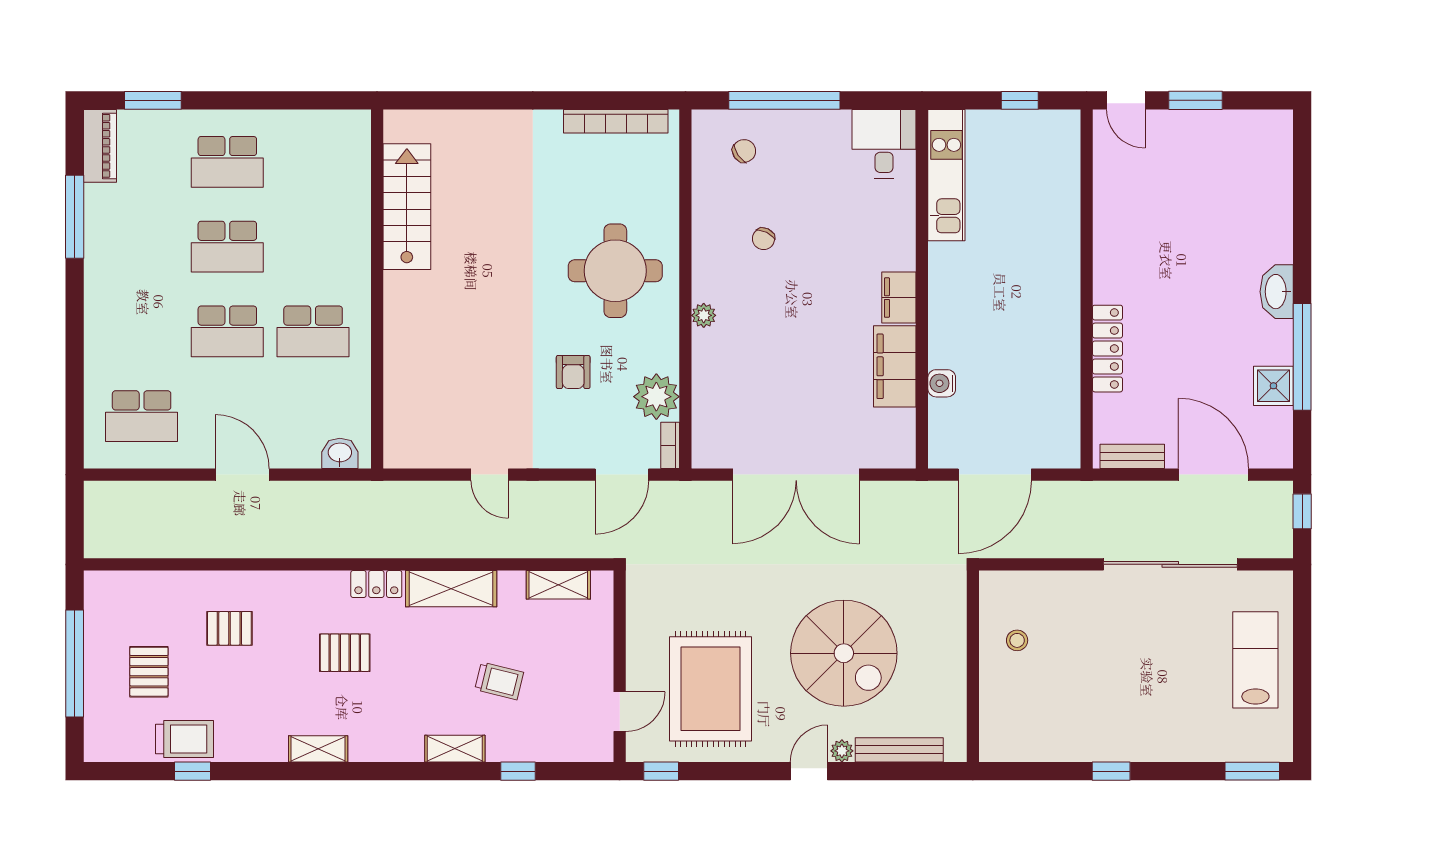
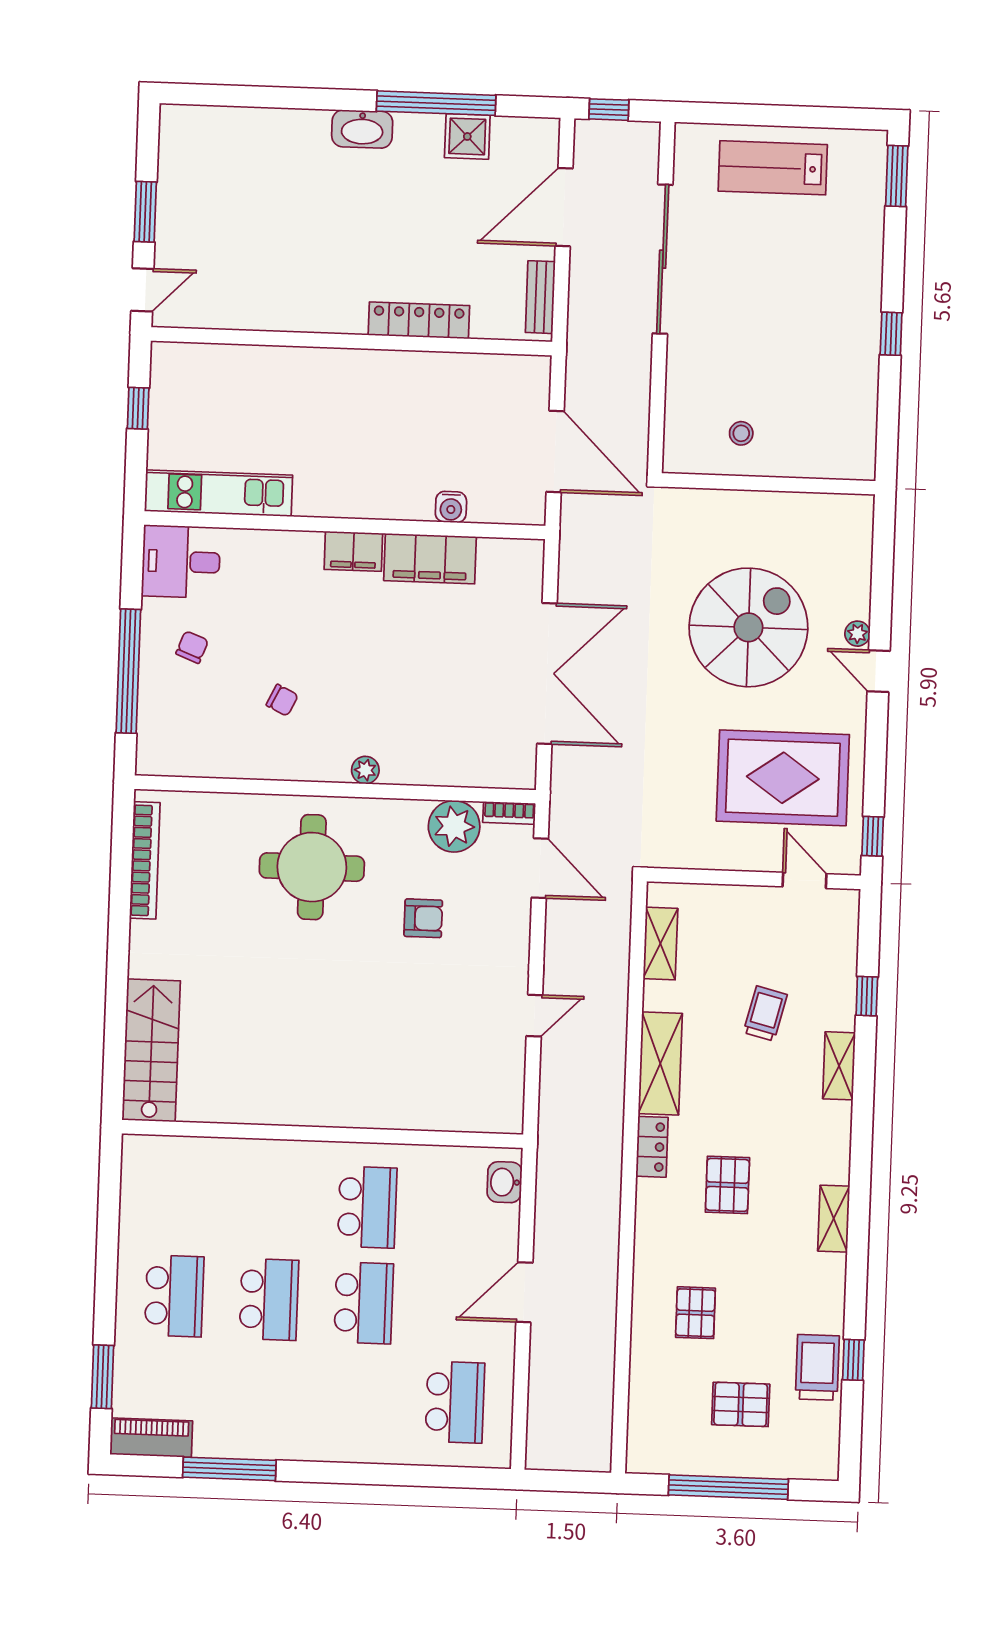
chair: (744, 151) -> (192, 647), moved, turned 55
stairs: (407, 207) -> (151, 1050), moved, turned 90
bench: (899, 750) -> (859, 569), removed

